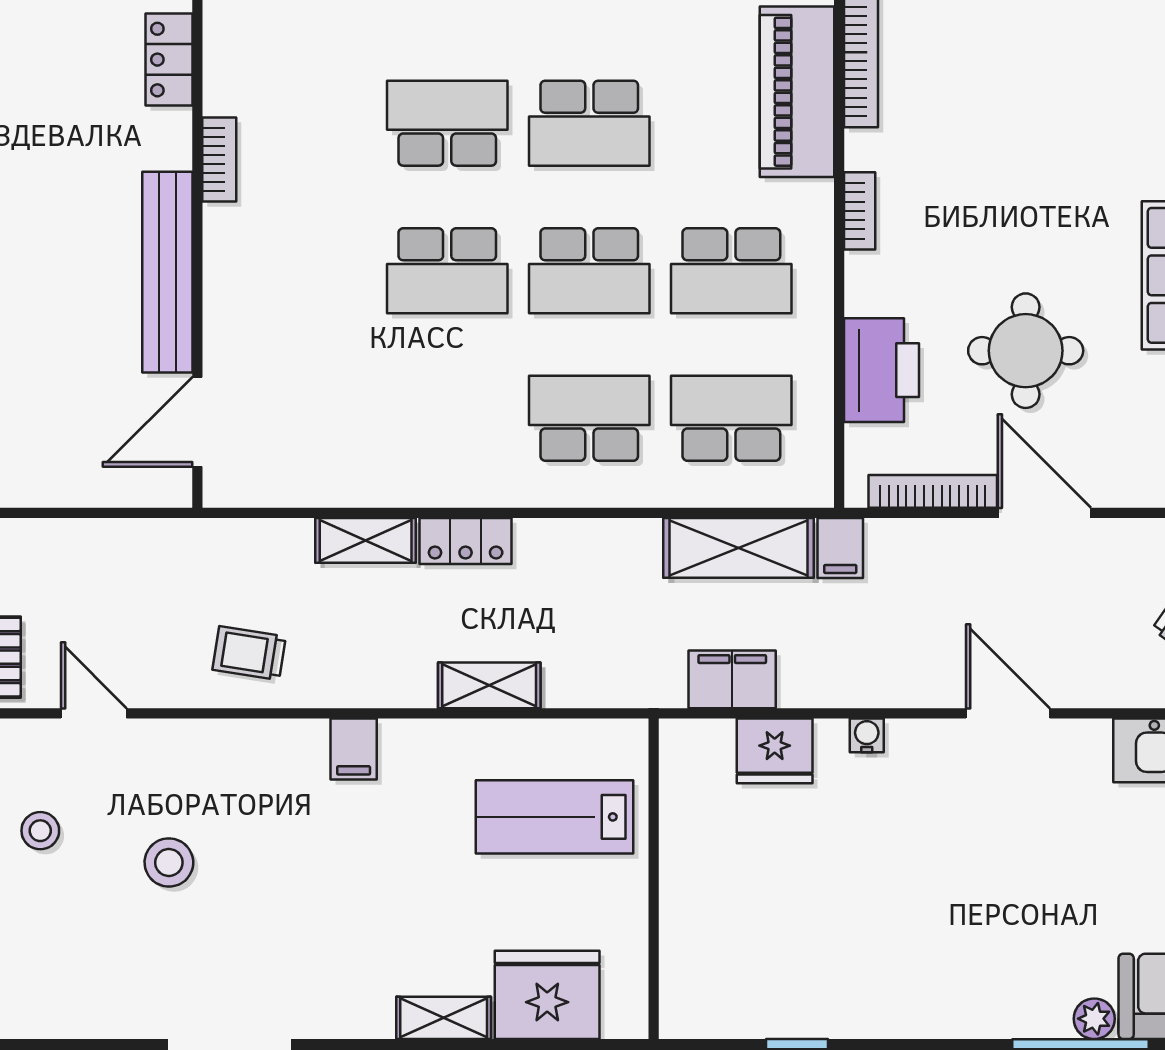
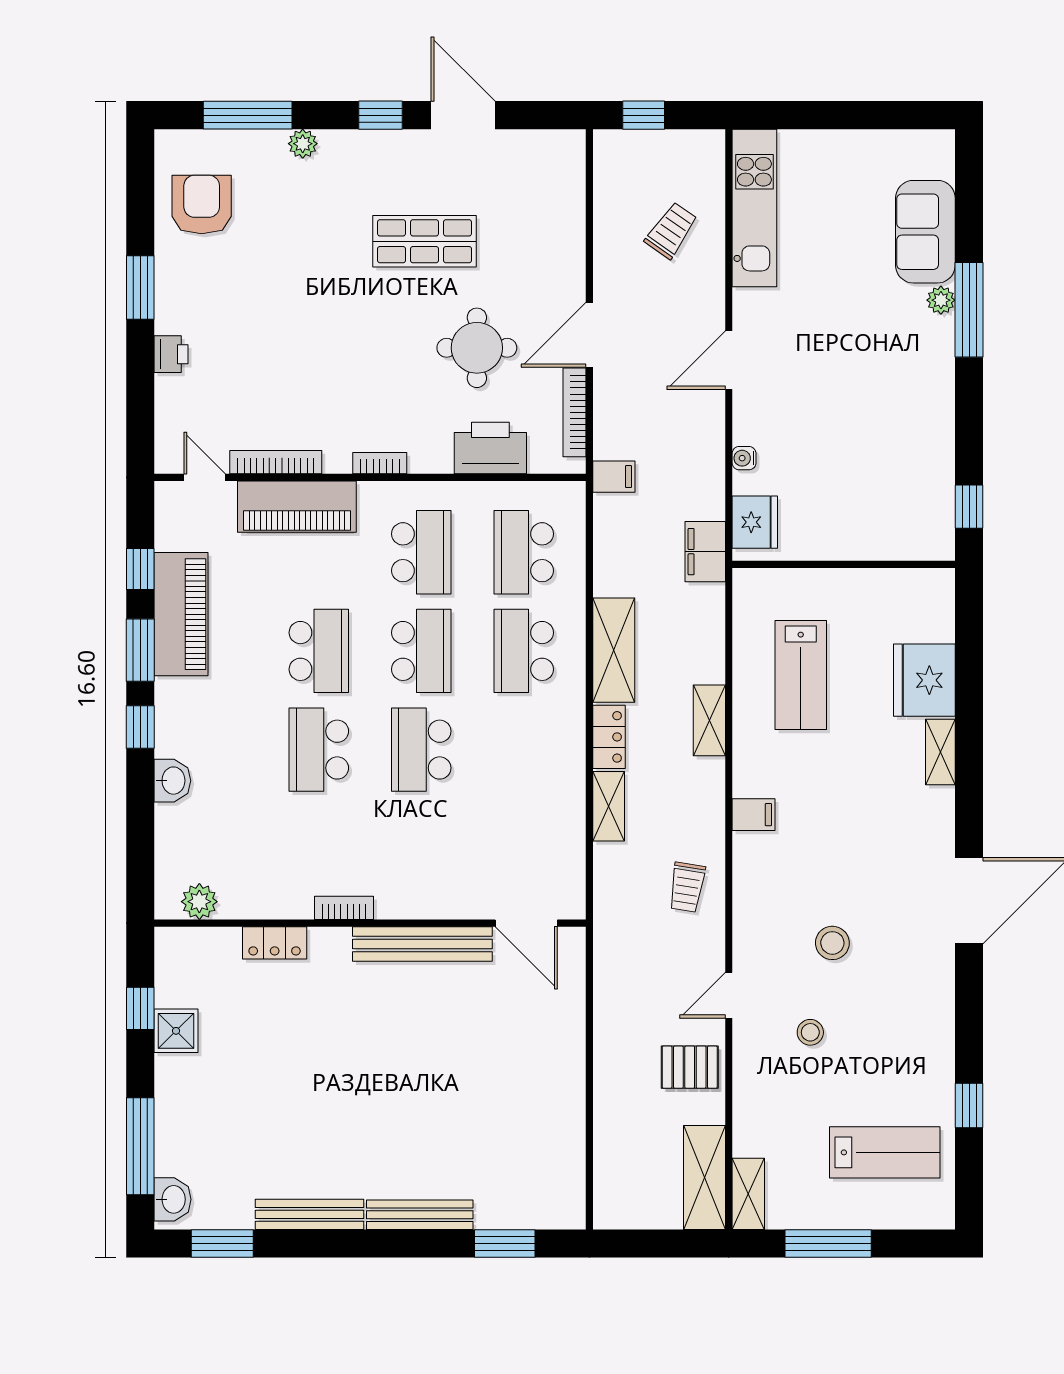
school desk: (447, 271) -> (421, 750), turned 180
shelving: (738, 548) -> (614, 650), moved
wall: (654, 879) -> (844, 564), moved

